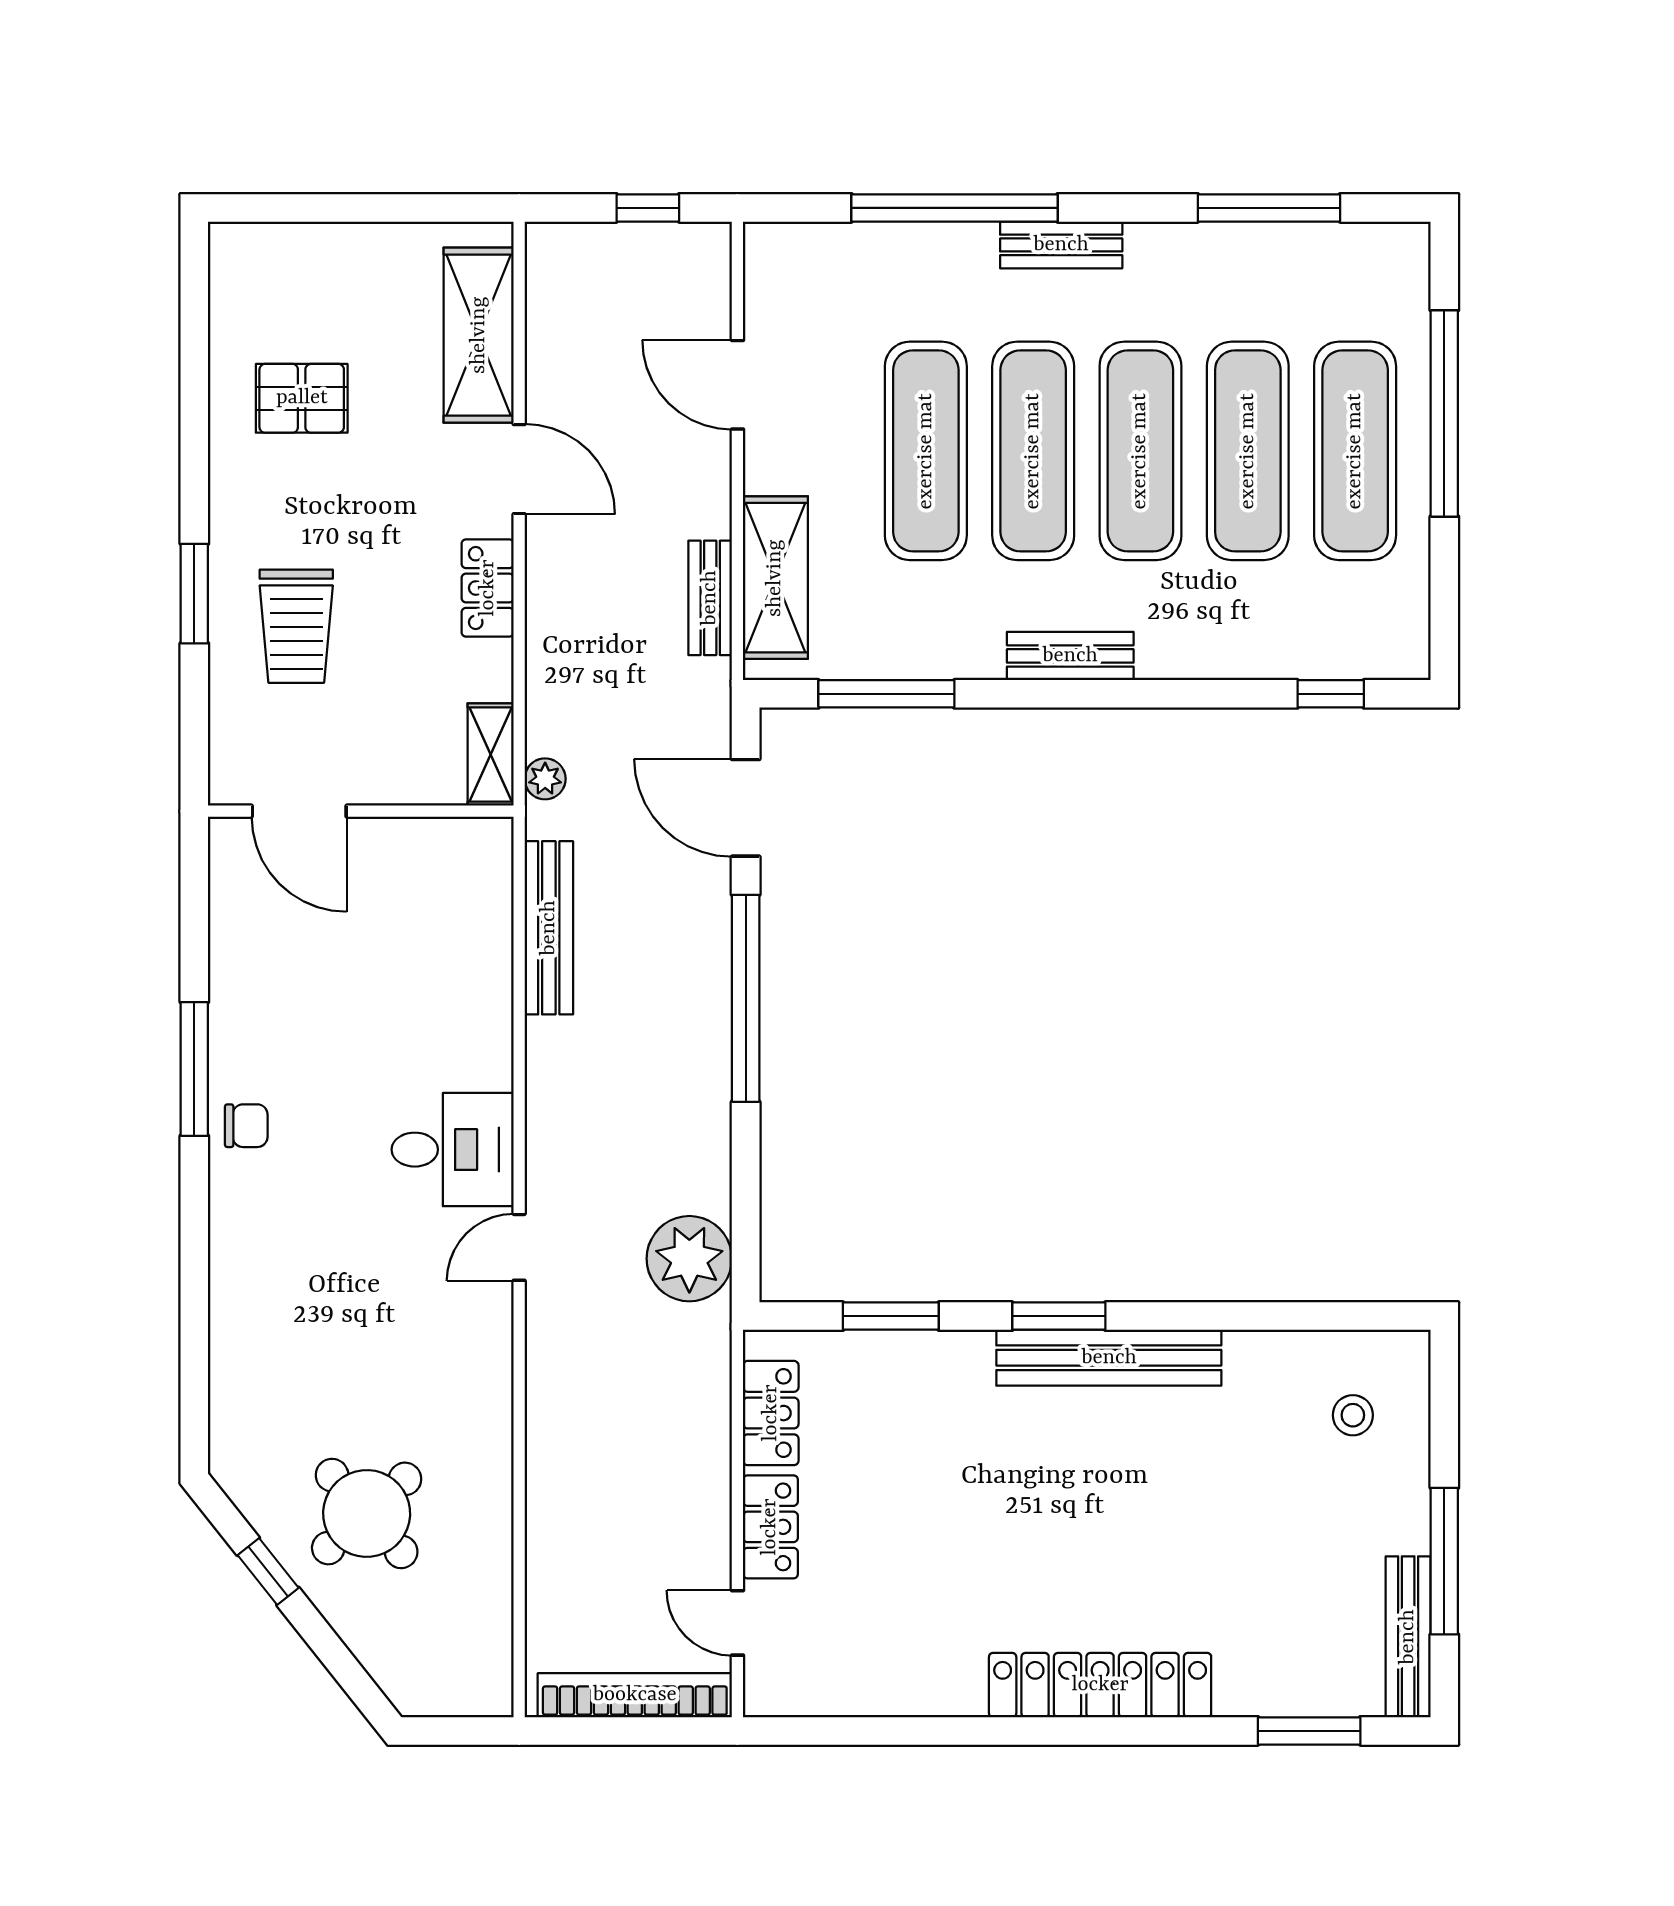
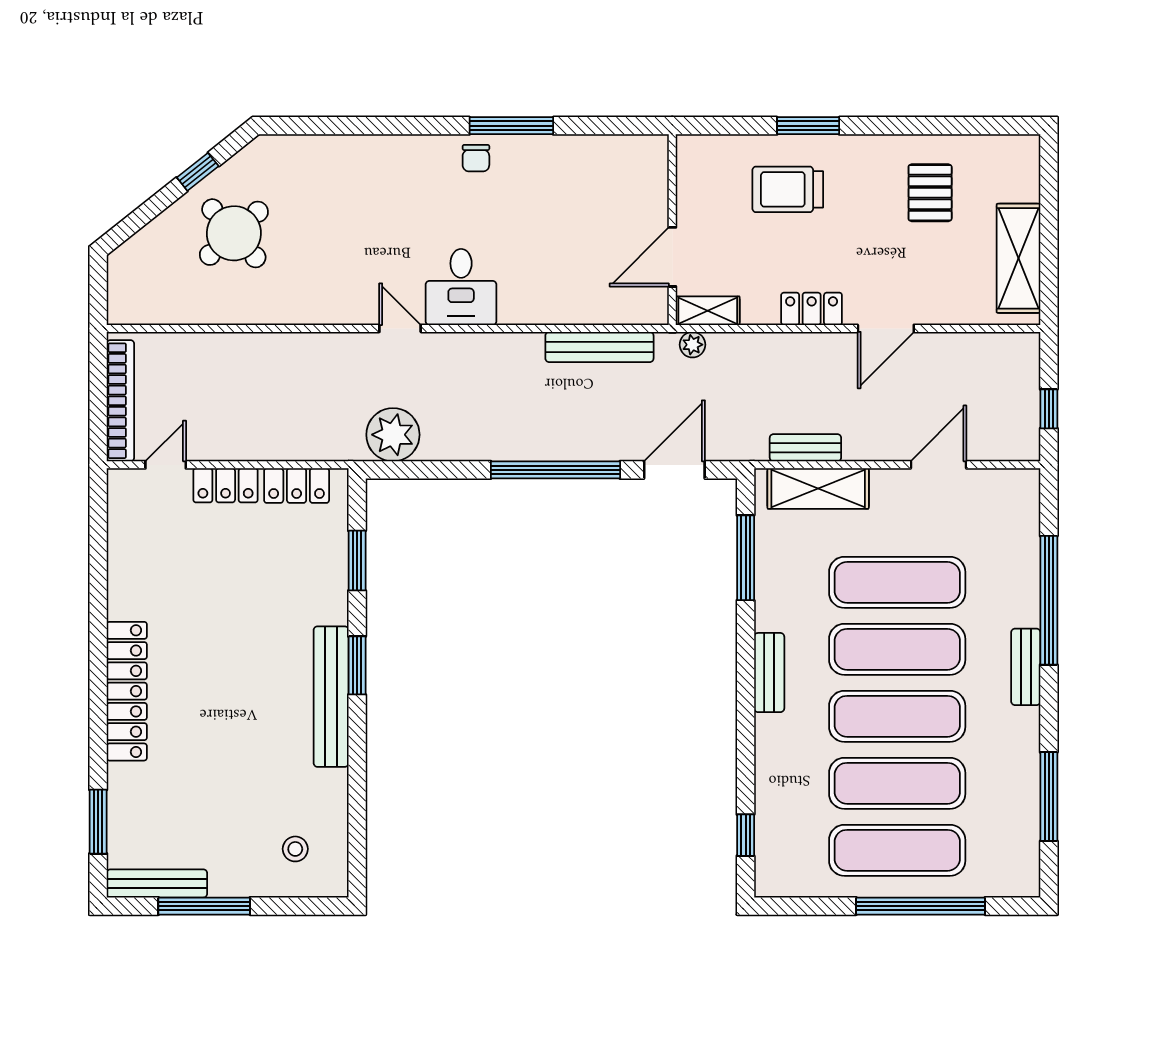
shelving: (479, 335) -> (1018, 258), moved, turned 90
door: (299, 811) -> (672, 257), moved

